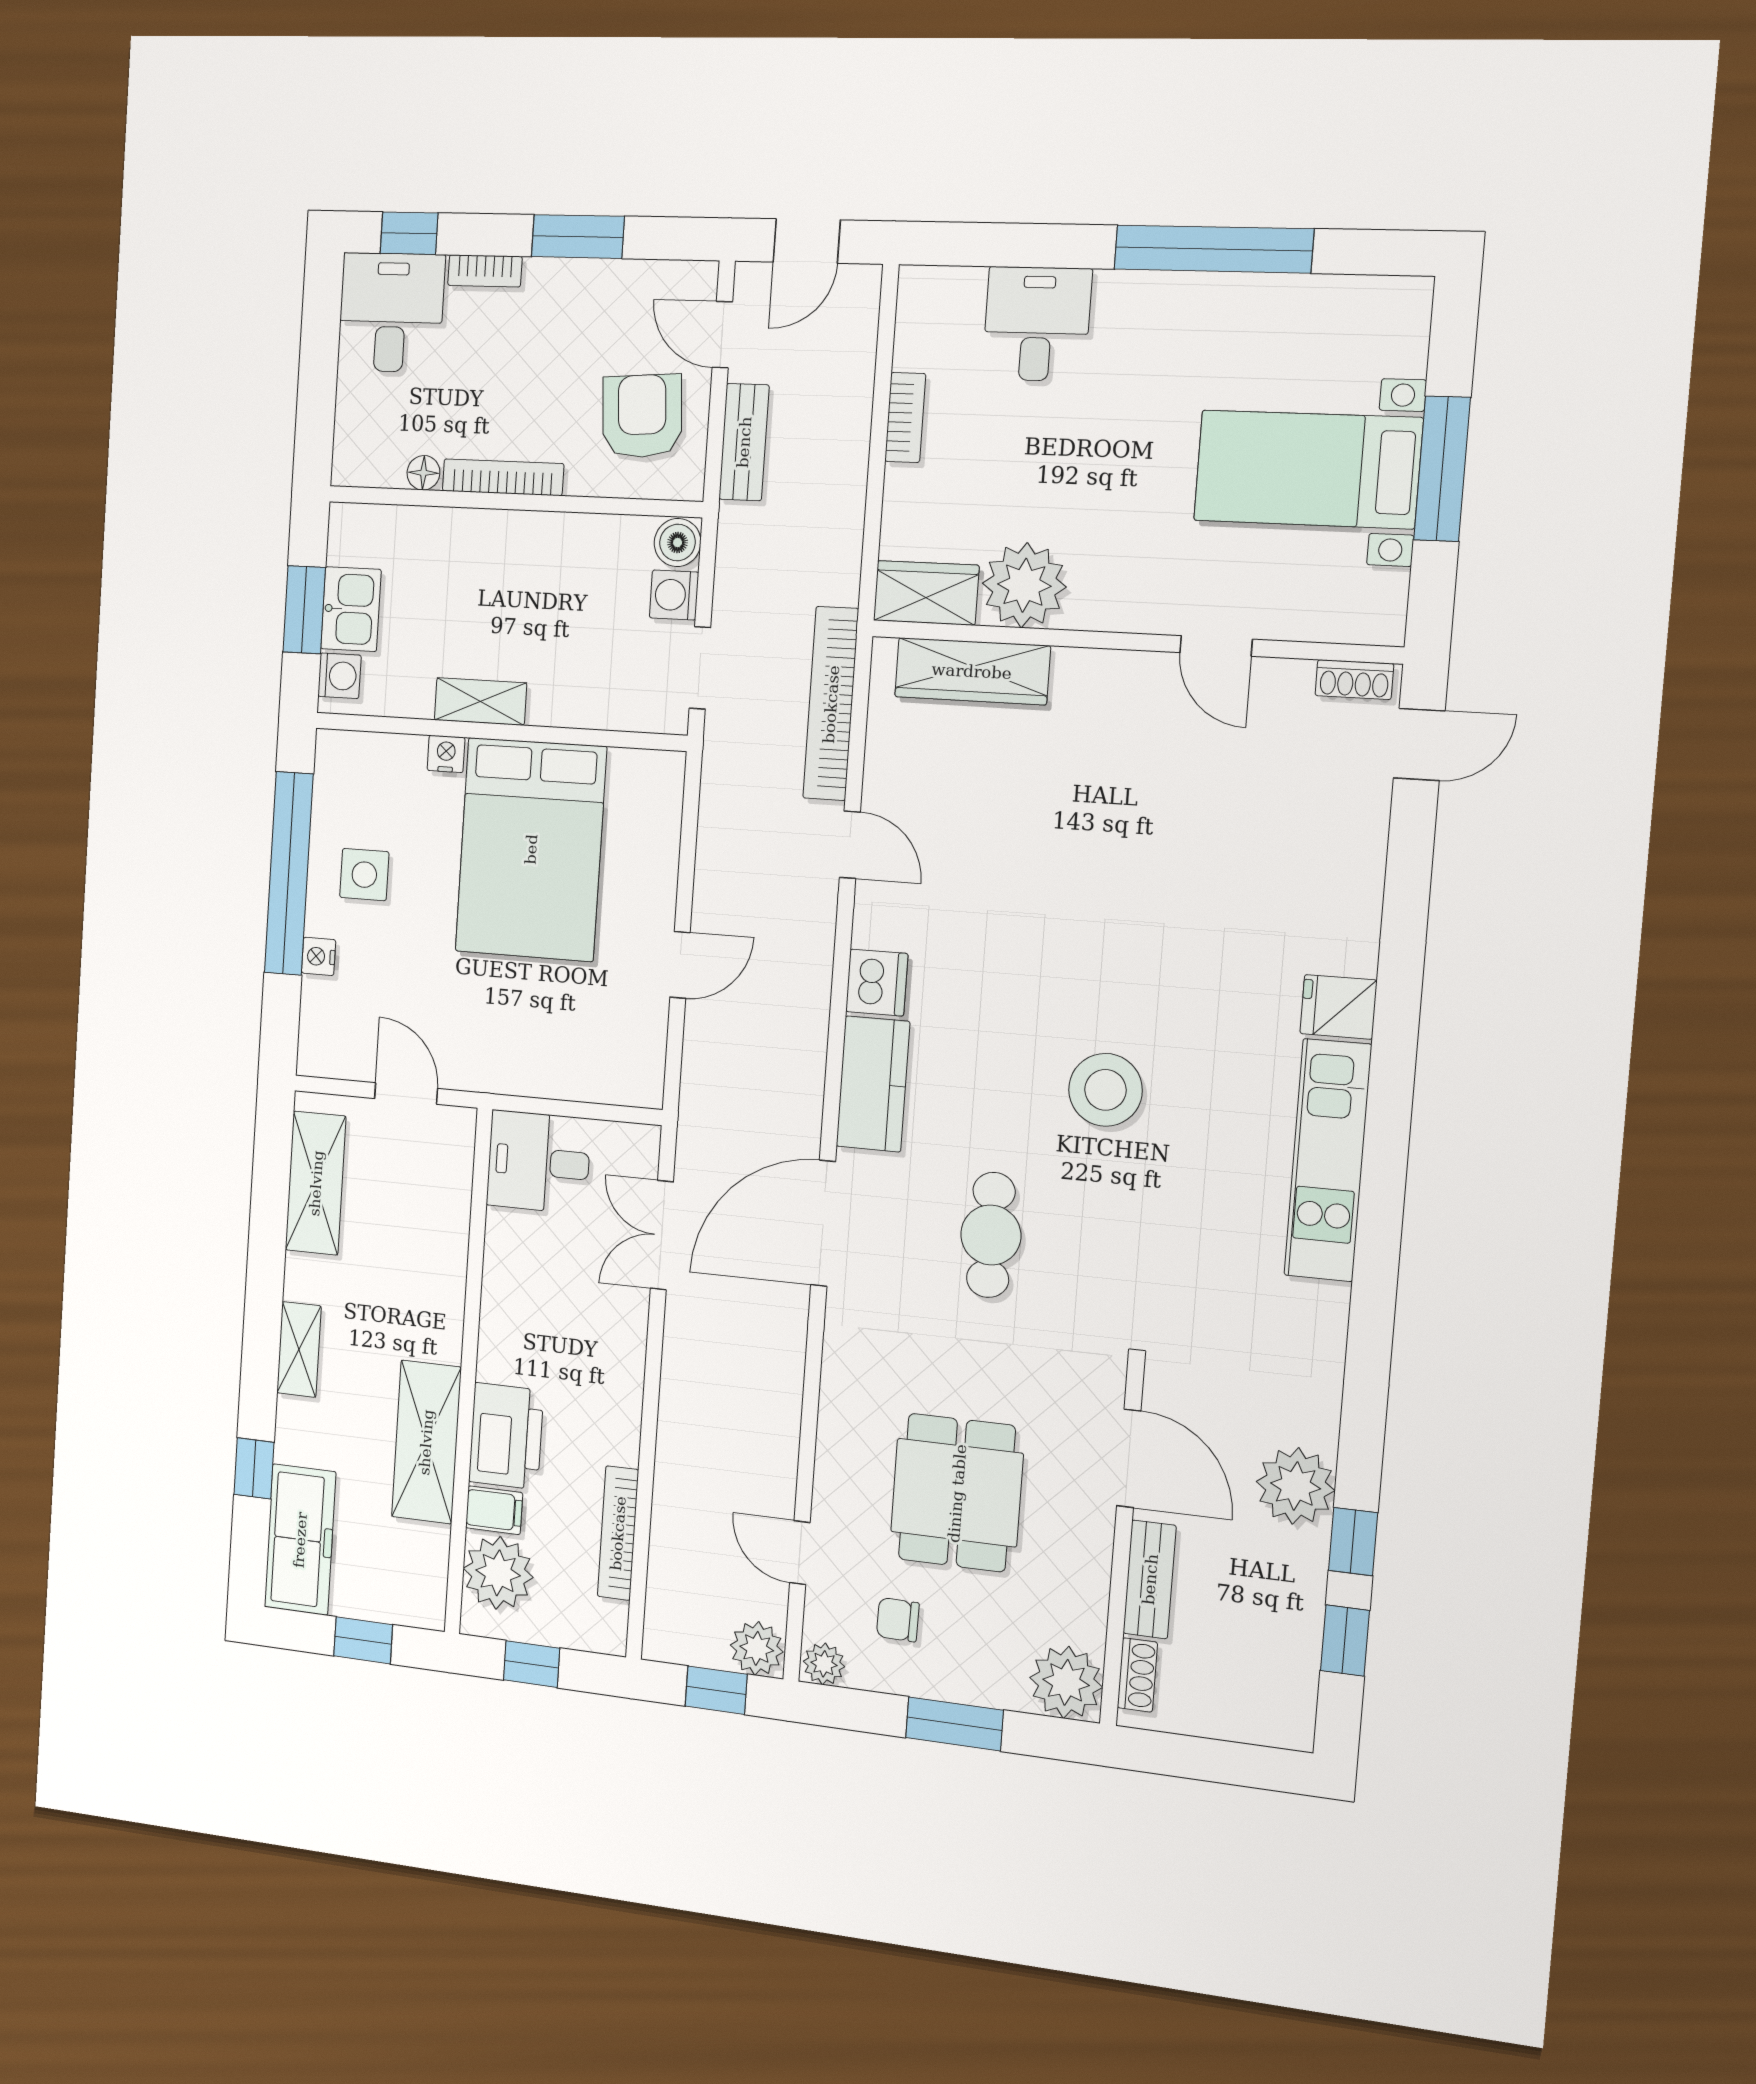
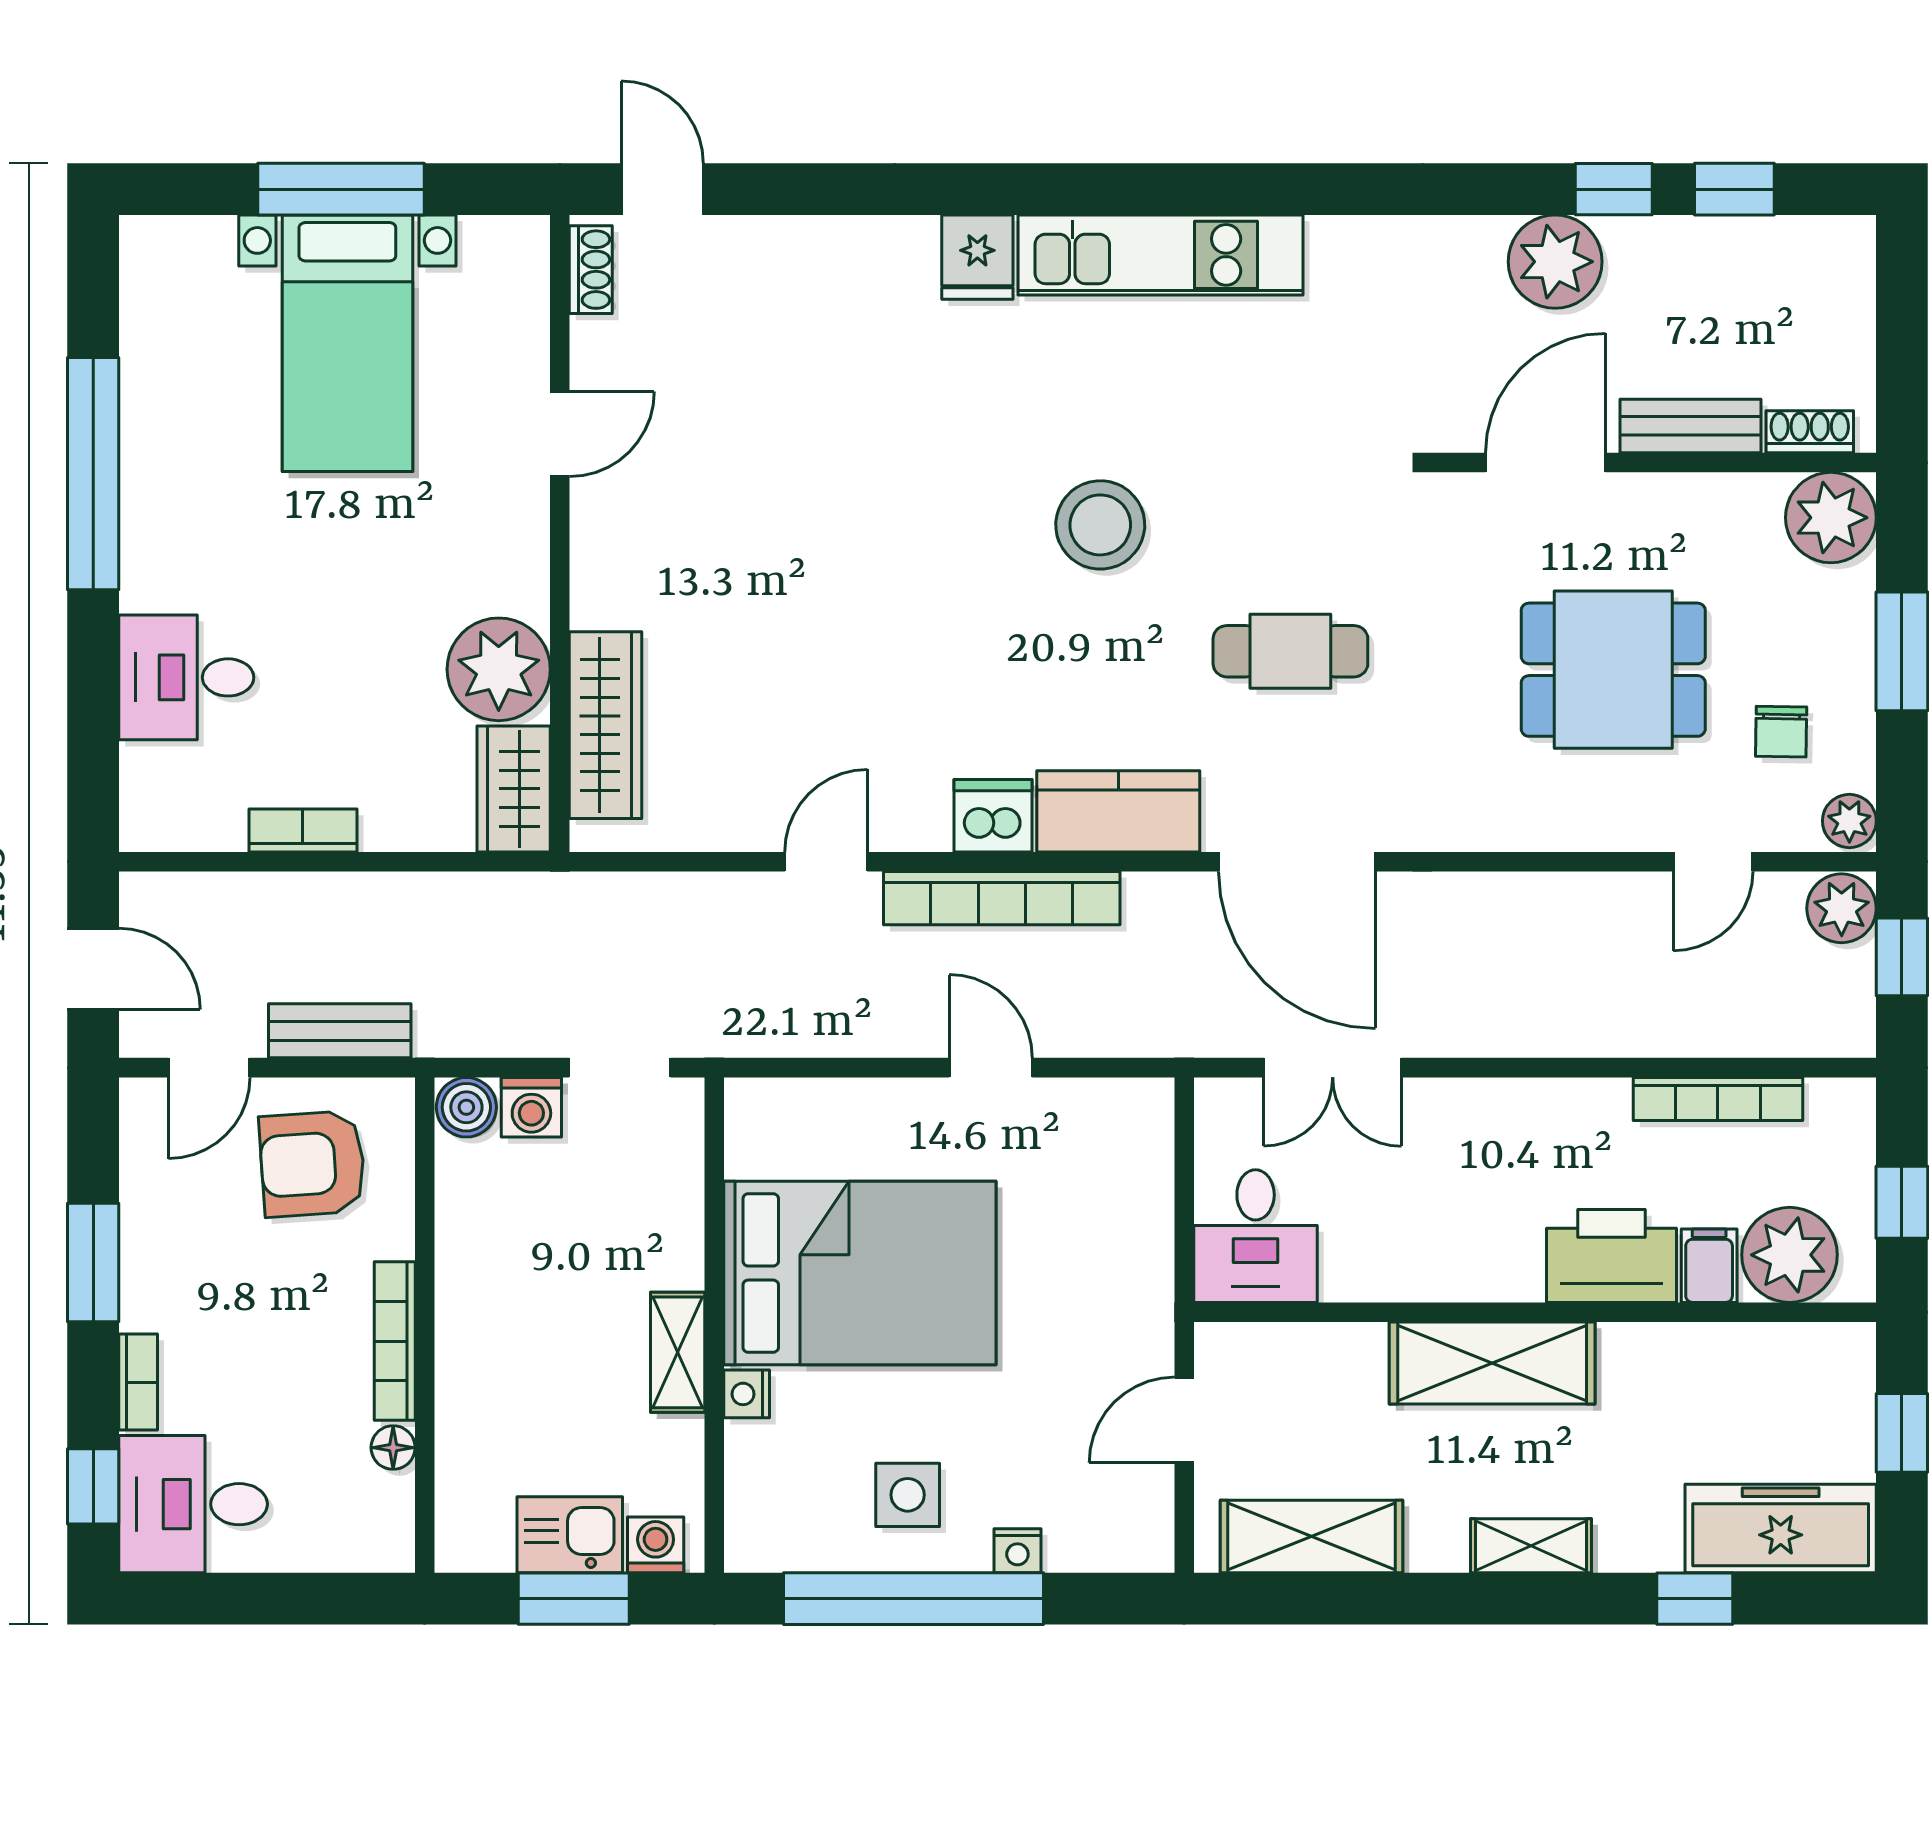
bookcase: (831, 704) -> (1002, 898), moved
shelving: (426, 1442) -> (1492, 1363), moved

